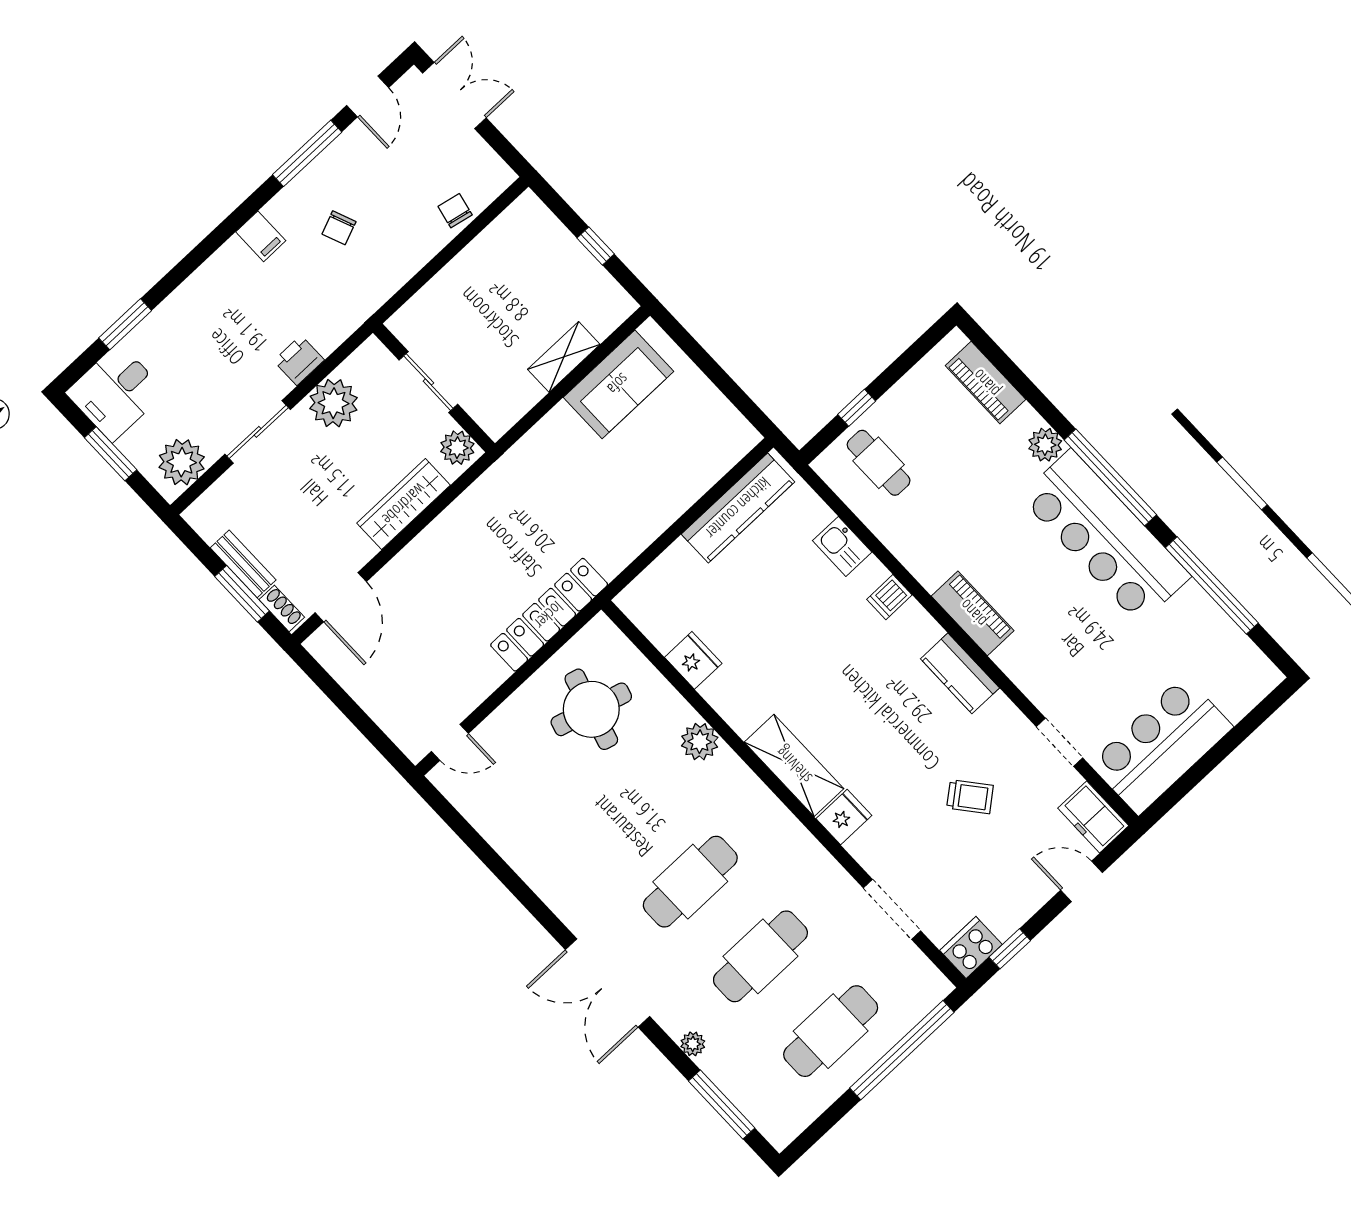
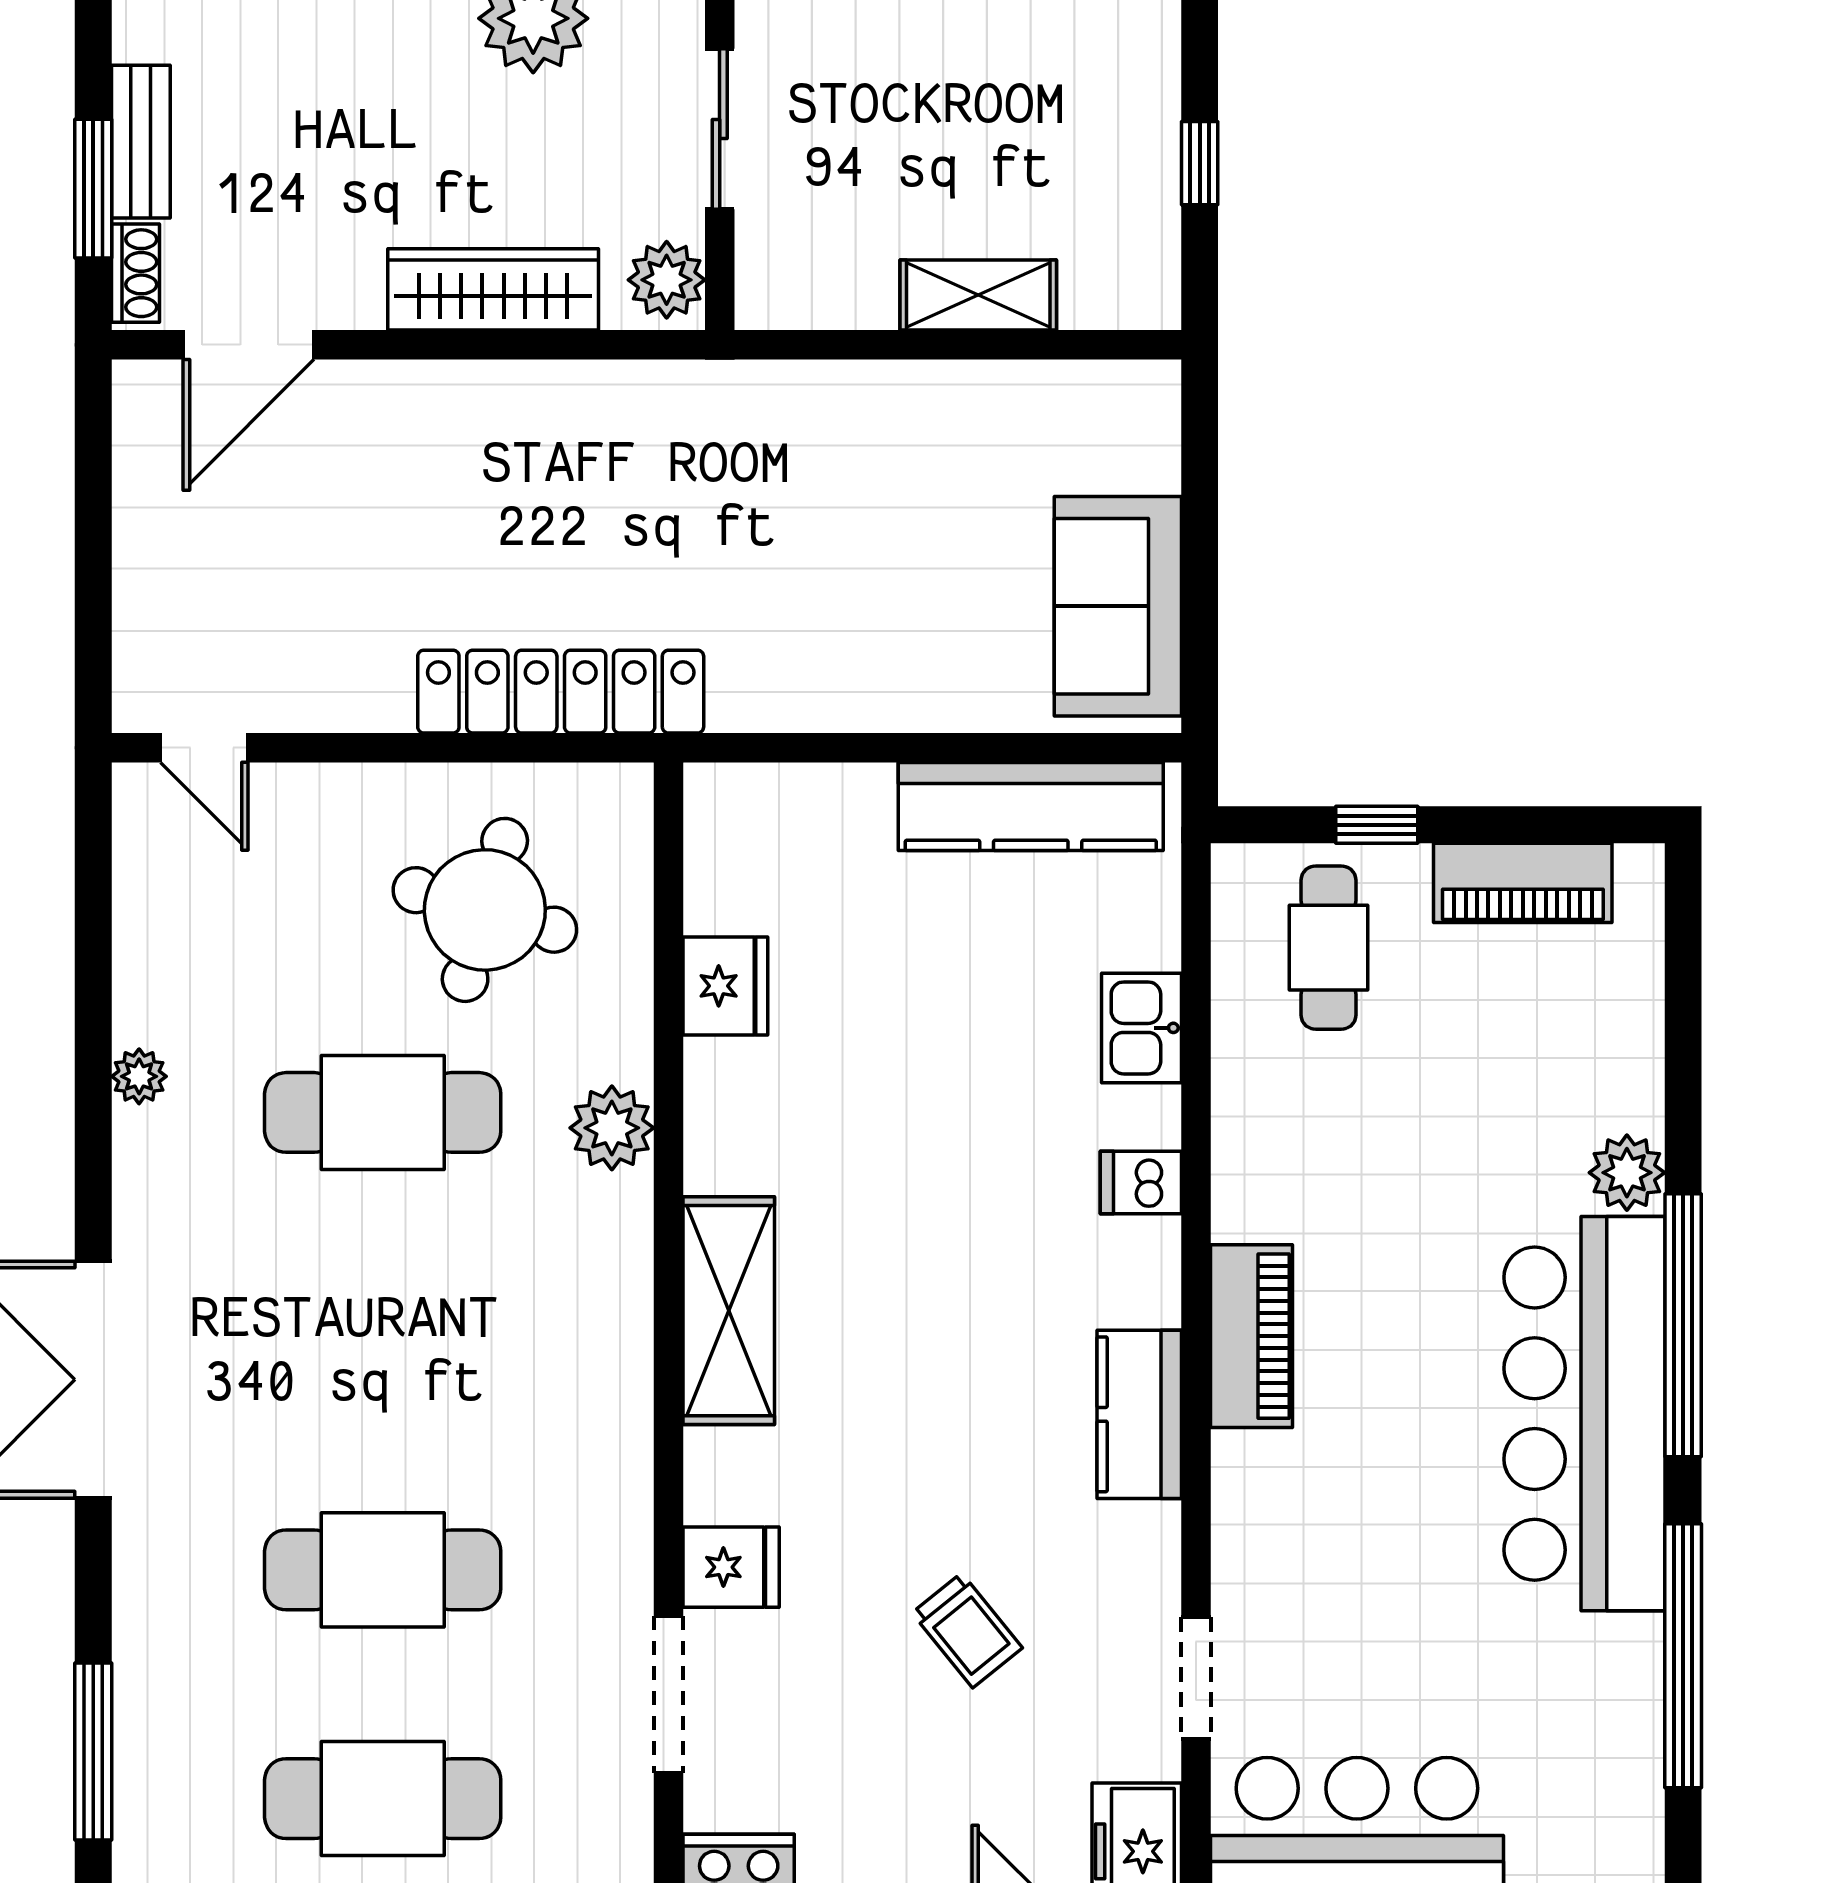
piano: (986, 383) -> (1523, 883), moved, turned -90
sofa: (618, 384) -> (1118, 606), moved, turned 90
fridge: (844, 817) -> (731, 1567), moved
cafe table: (690, 882) -> (383, 1112), moved
plant: (693, 1044) -> (139, 1076), moved

